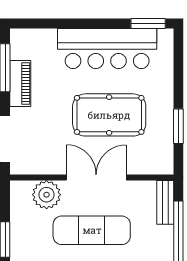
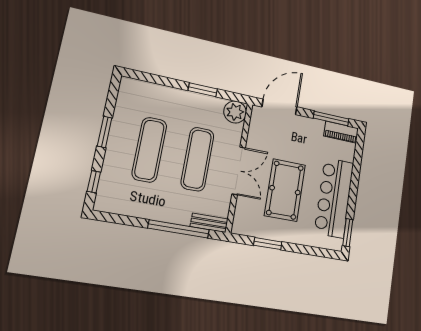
piano: (20, 84) -> (341, 132), moved
plant: (47, 195) -> (235, 112), moved

